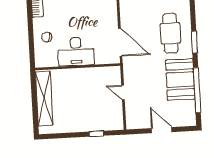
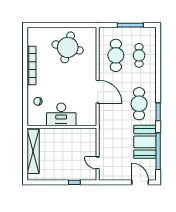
door: (120, 42) -> (98, 92), moved
door: (123, 92) -> (98, 163), moved
door: (162, 130) -> (140, 182), moved

